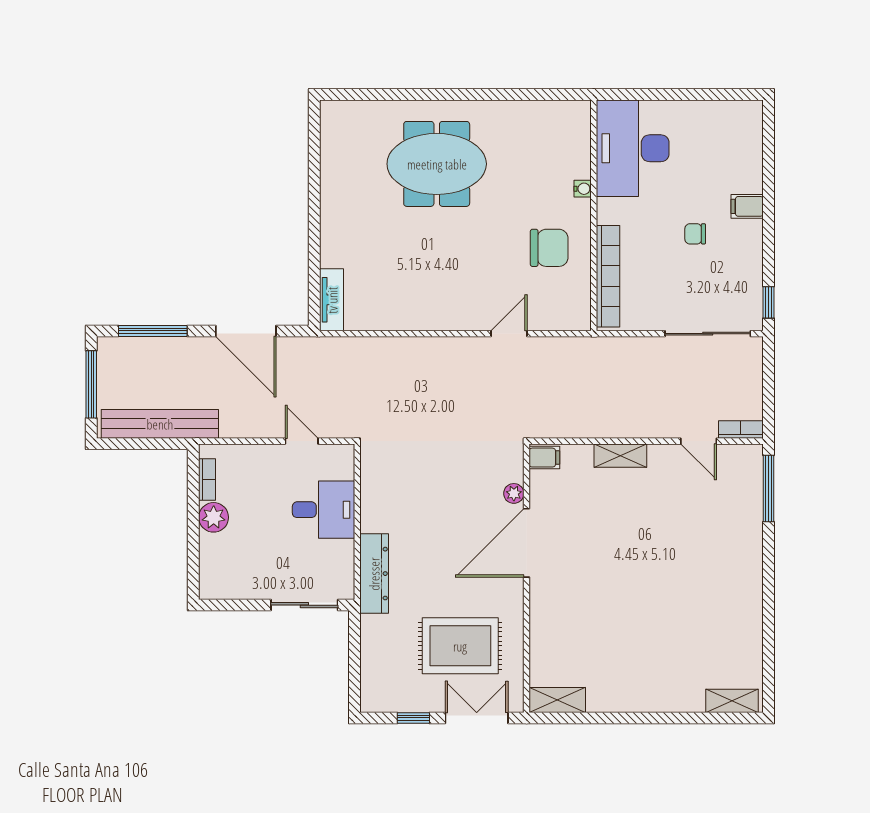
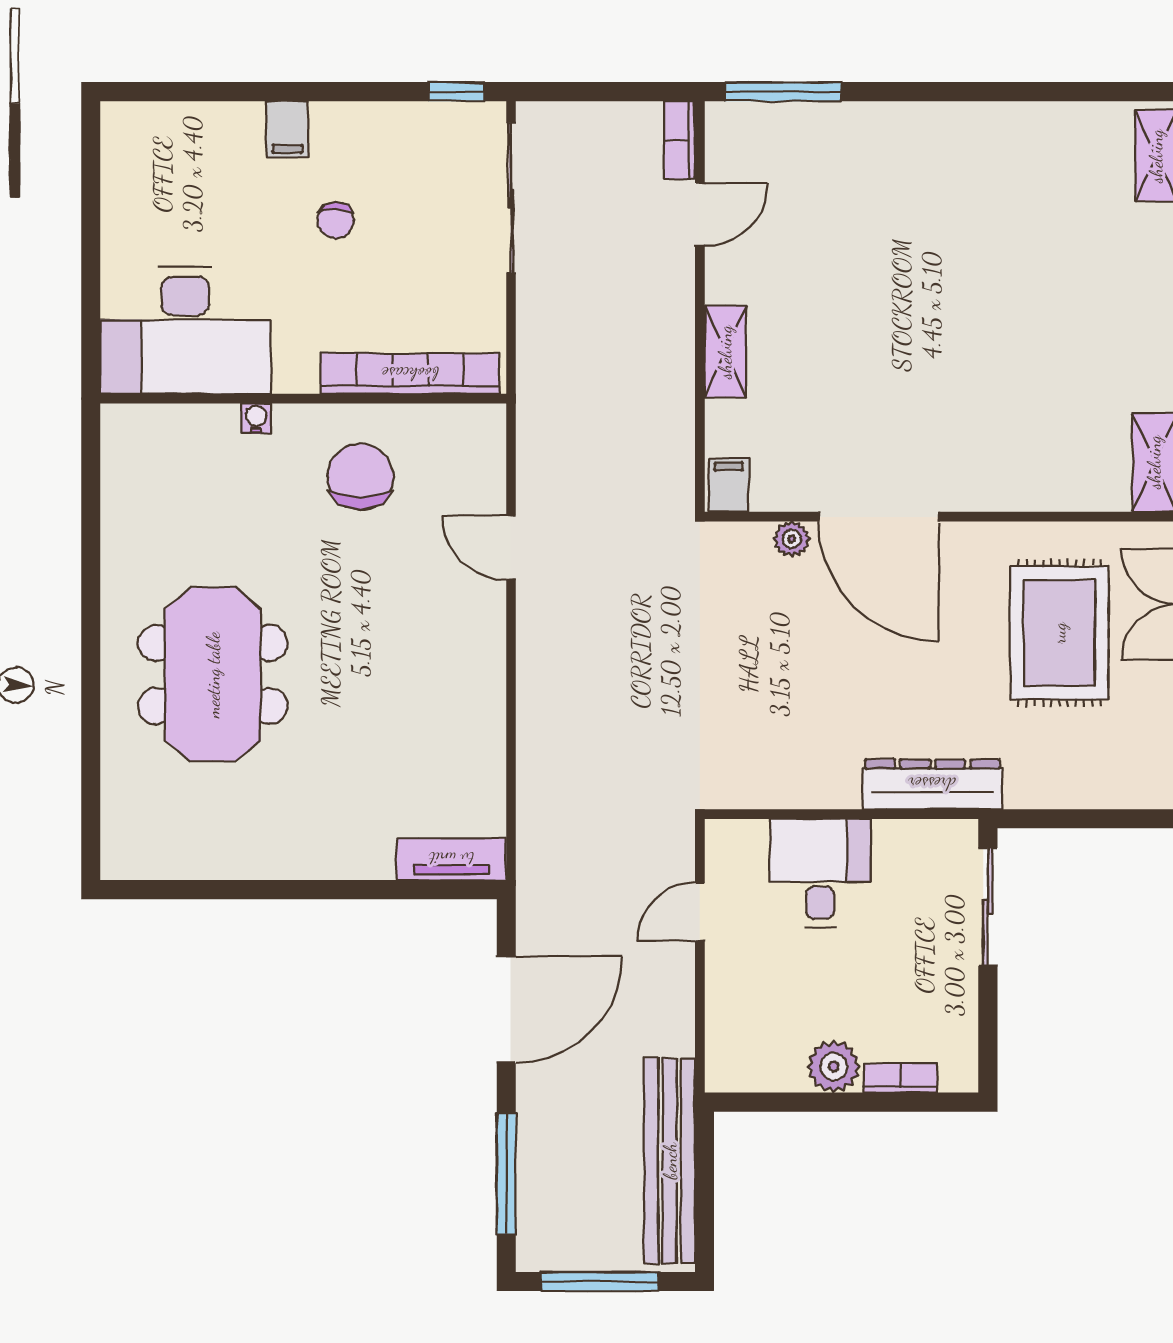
bookcase: (207, 479) -> (900, 1078), moved

